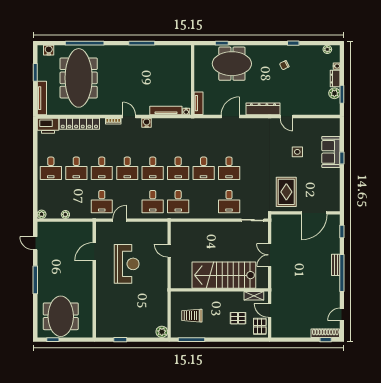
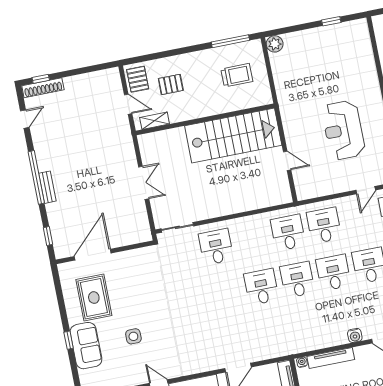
desk: (229, 168) -> (225, 294), removed
rug: (286, 192) -> (94, 298), moved
stairs: (224, 275) -> (233, 136), moved

